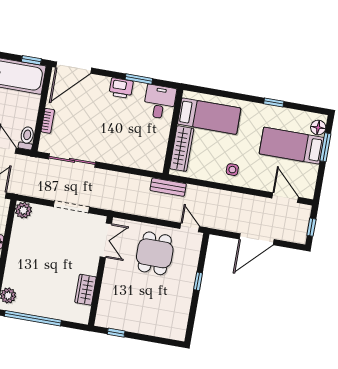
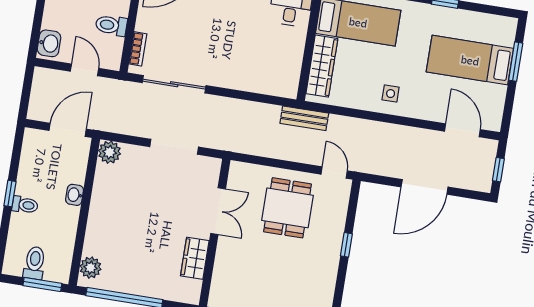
bookcase: (48, 121) -> (138, 49), moved
floor lamp: (318, 128) -> (506, 35), removed
toilet: (27, 138) -> (111, 25), moved, turned -90
double door: (106, 240) -> (218, 211), moved

